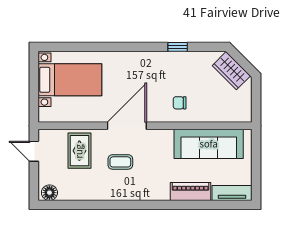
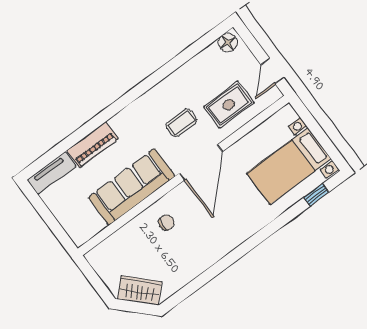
window: (178, 47) -> (316, 195), moved
sofa: (209, 144) -> (132, 187), moved
door: (34, 151) -> (273, 71), swing flipped
rug: (79, 151) -> (229, 105), turned 90

